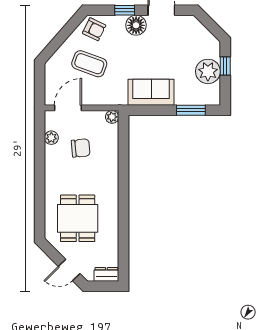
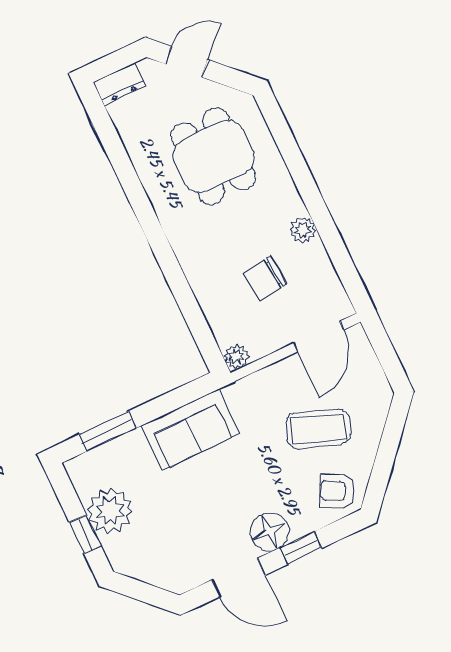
plant: (51, 138) -> (303, 230), moved

